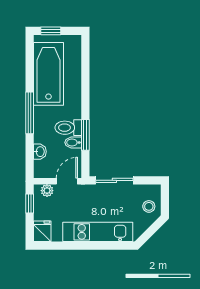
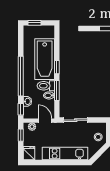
bathtub: (48, 74) -> (45, 59), moved, turned 180
window: (85, 99) -> (57, 67), added
window: (30, 113) -> (21, 76), width x1.46
window: (30, 164) -> (21, 109), added
door: (67, 181) -> (45, 121), hinge flipped

